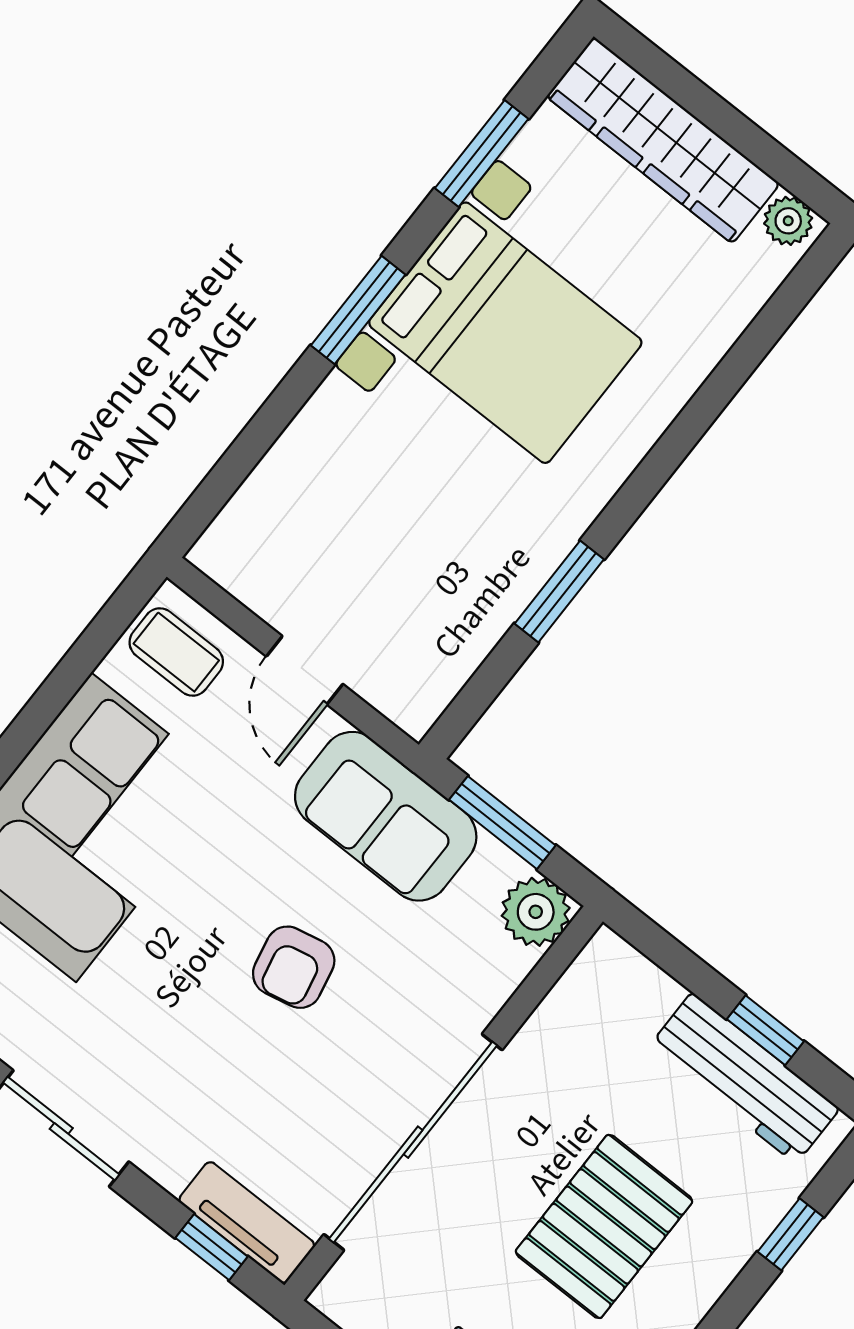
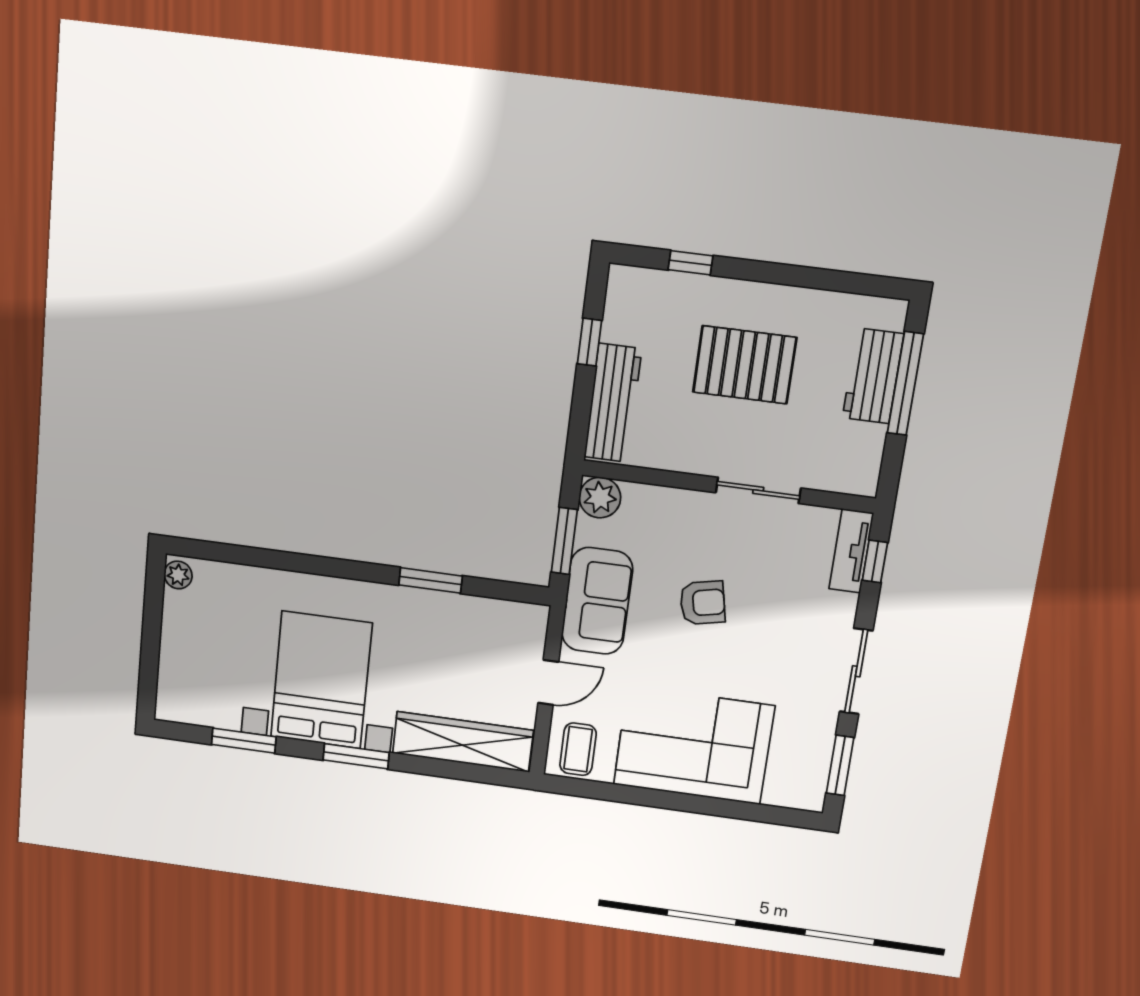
wardrobe: (663, 140) -> (463, 742), moved, turned -90
workbench: (744, 1078) -> (613, 403), moved
sliding door: (413, 1142) -> (758, 490), width x0.54

